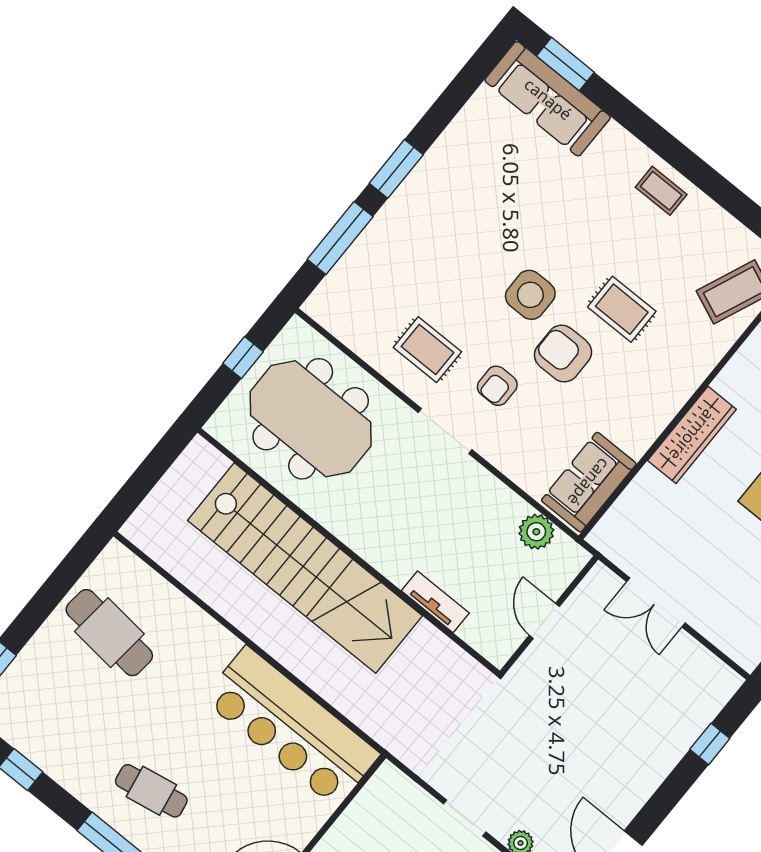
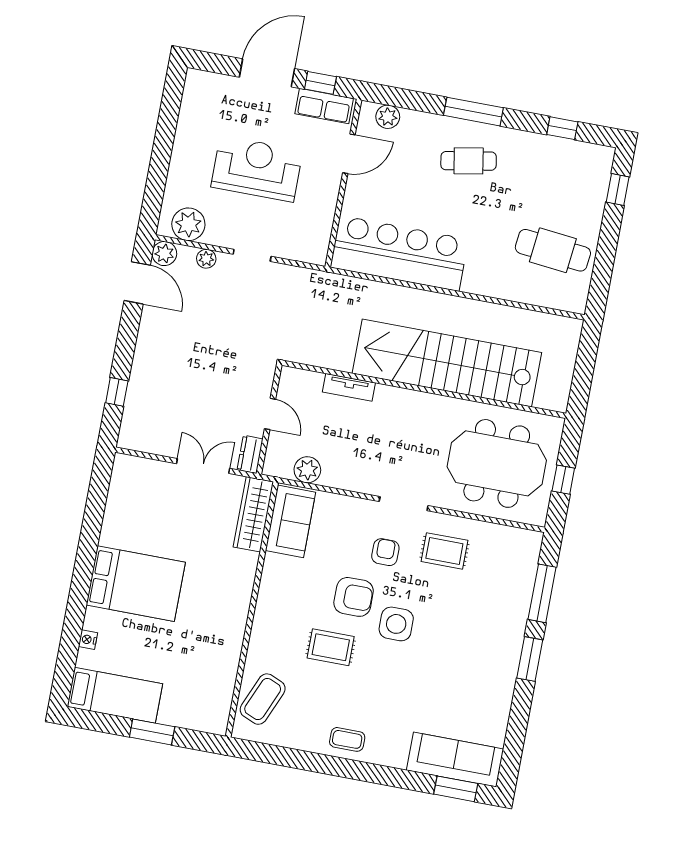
wardrobe: (692, 435) -> (253, 514), moved
dresser: (594, 586) -> (250, 454), added

